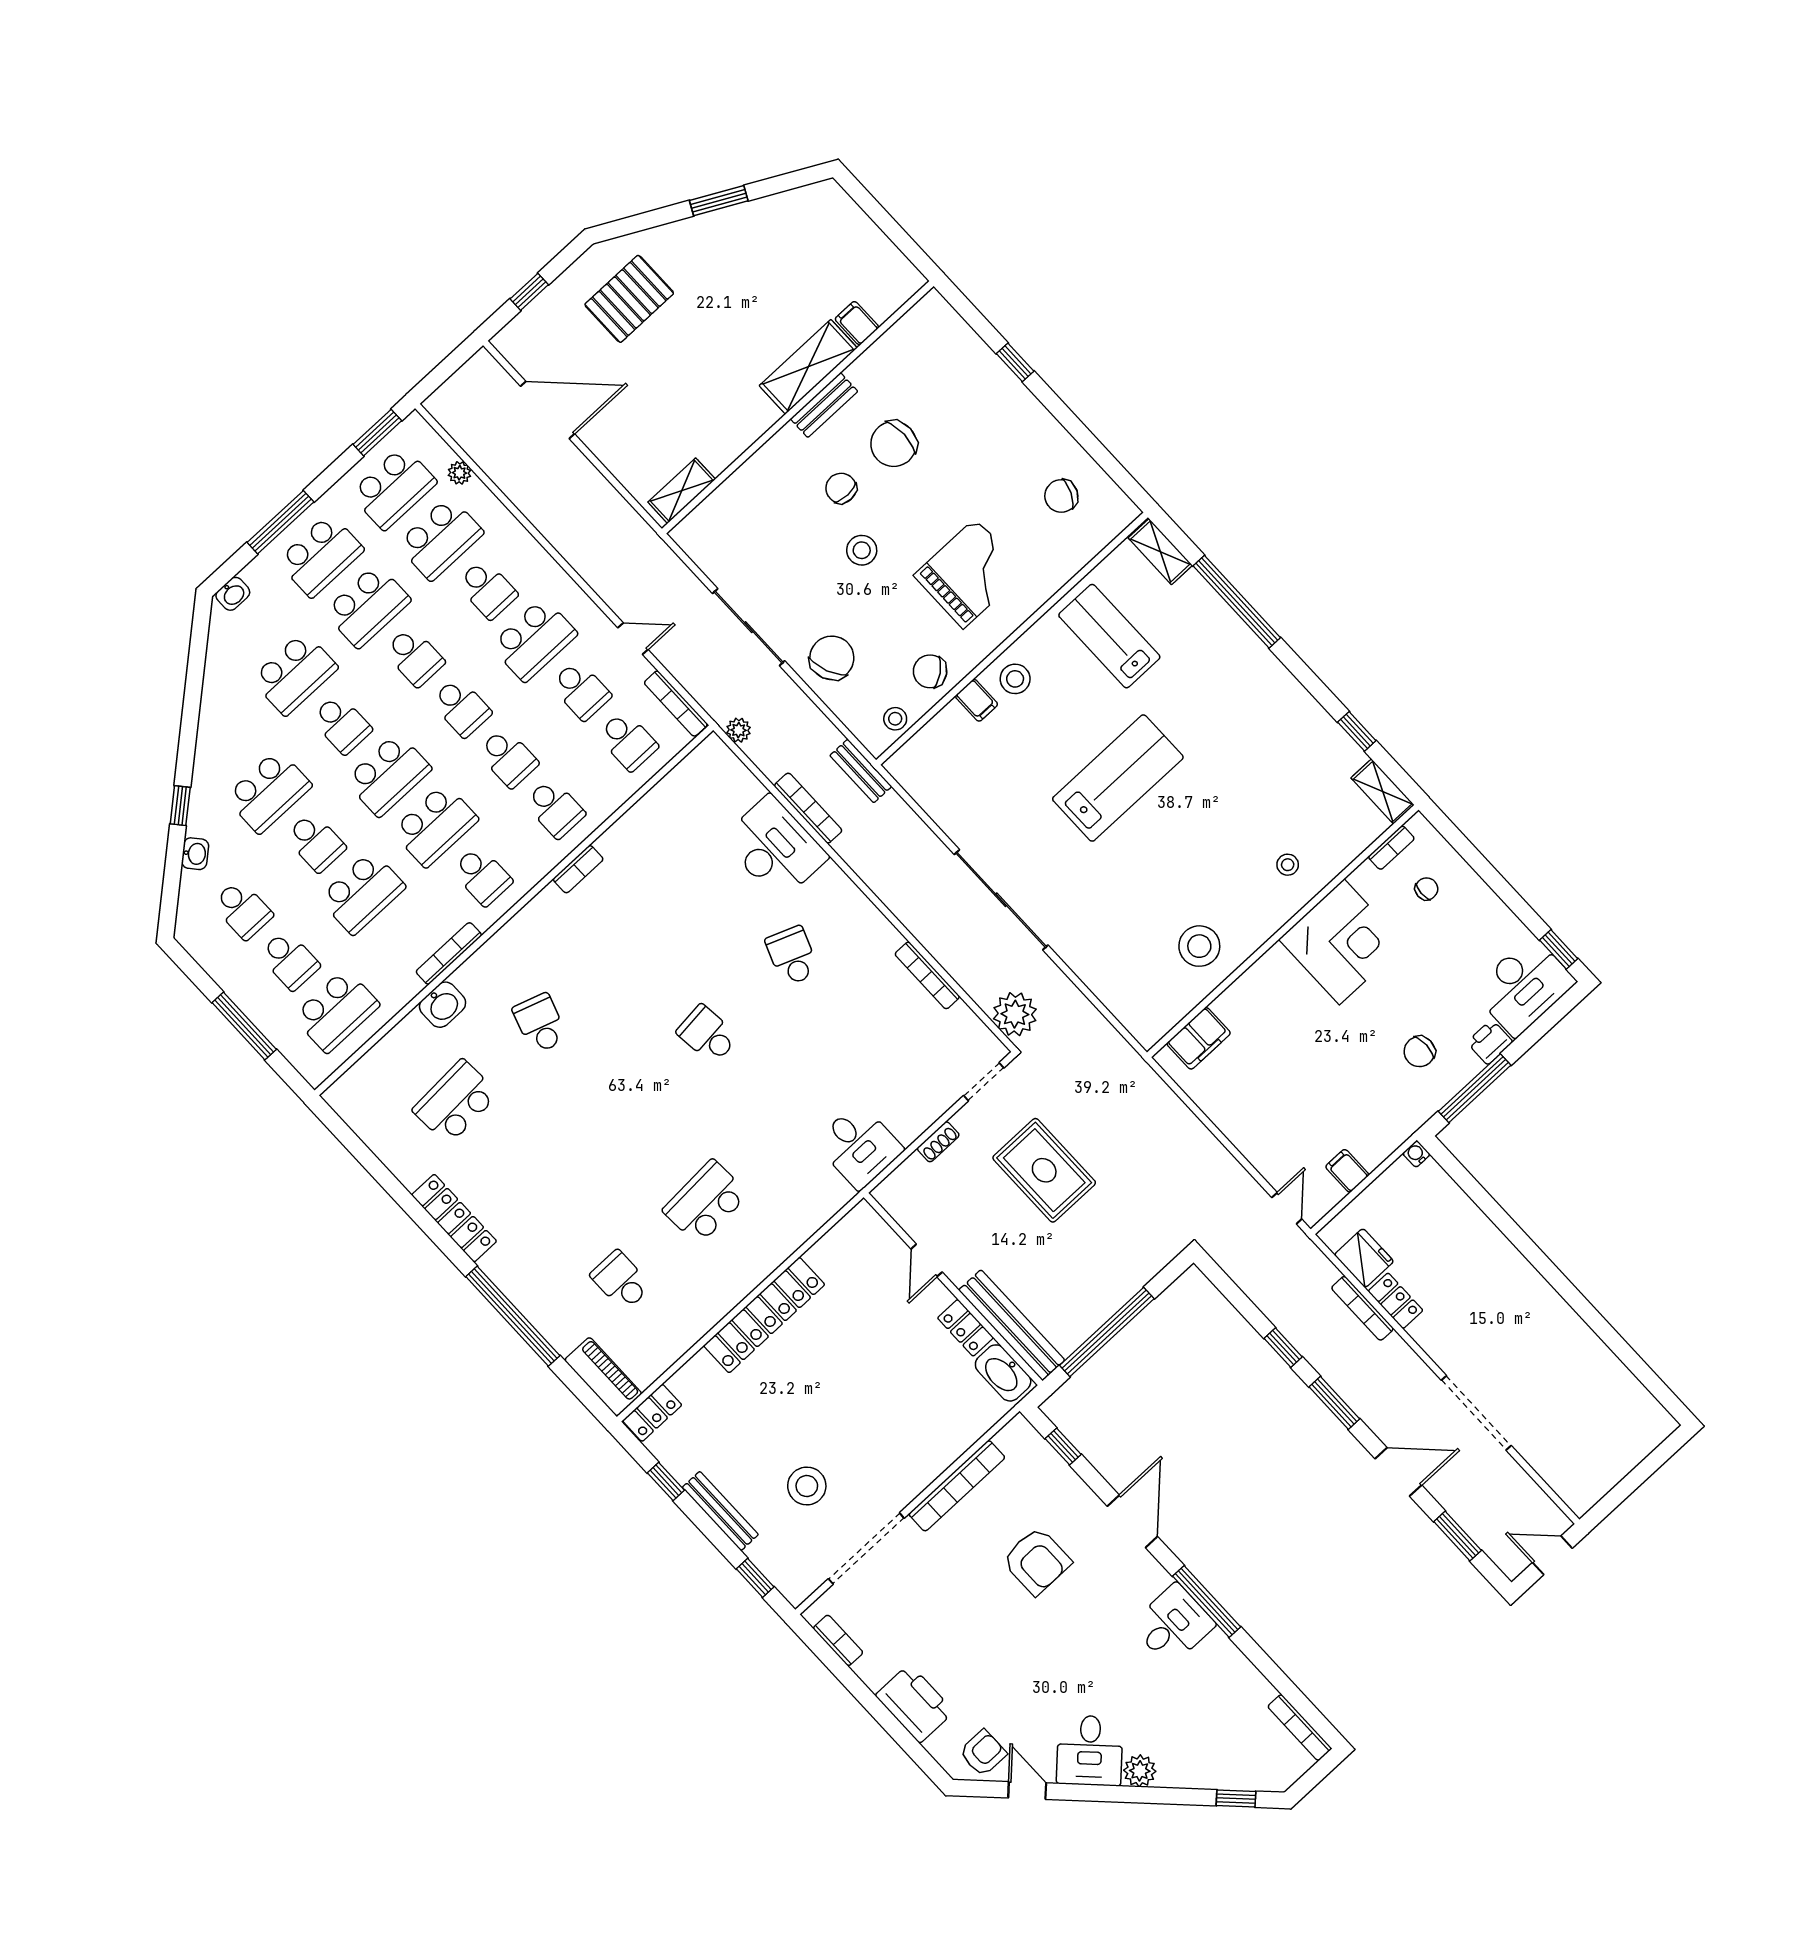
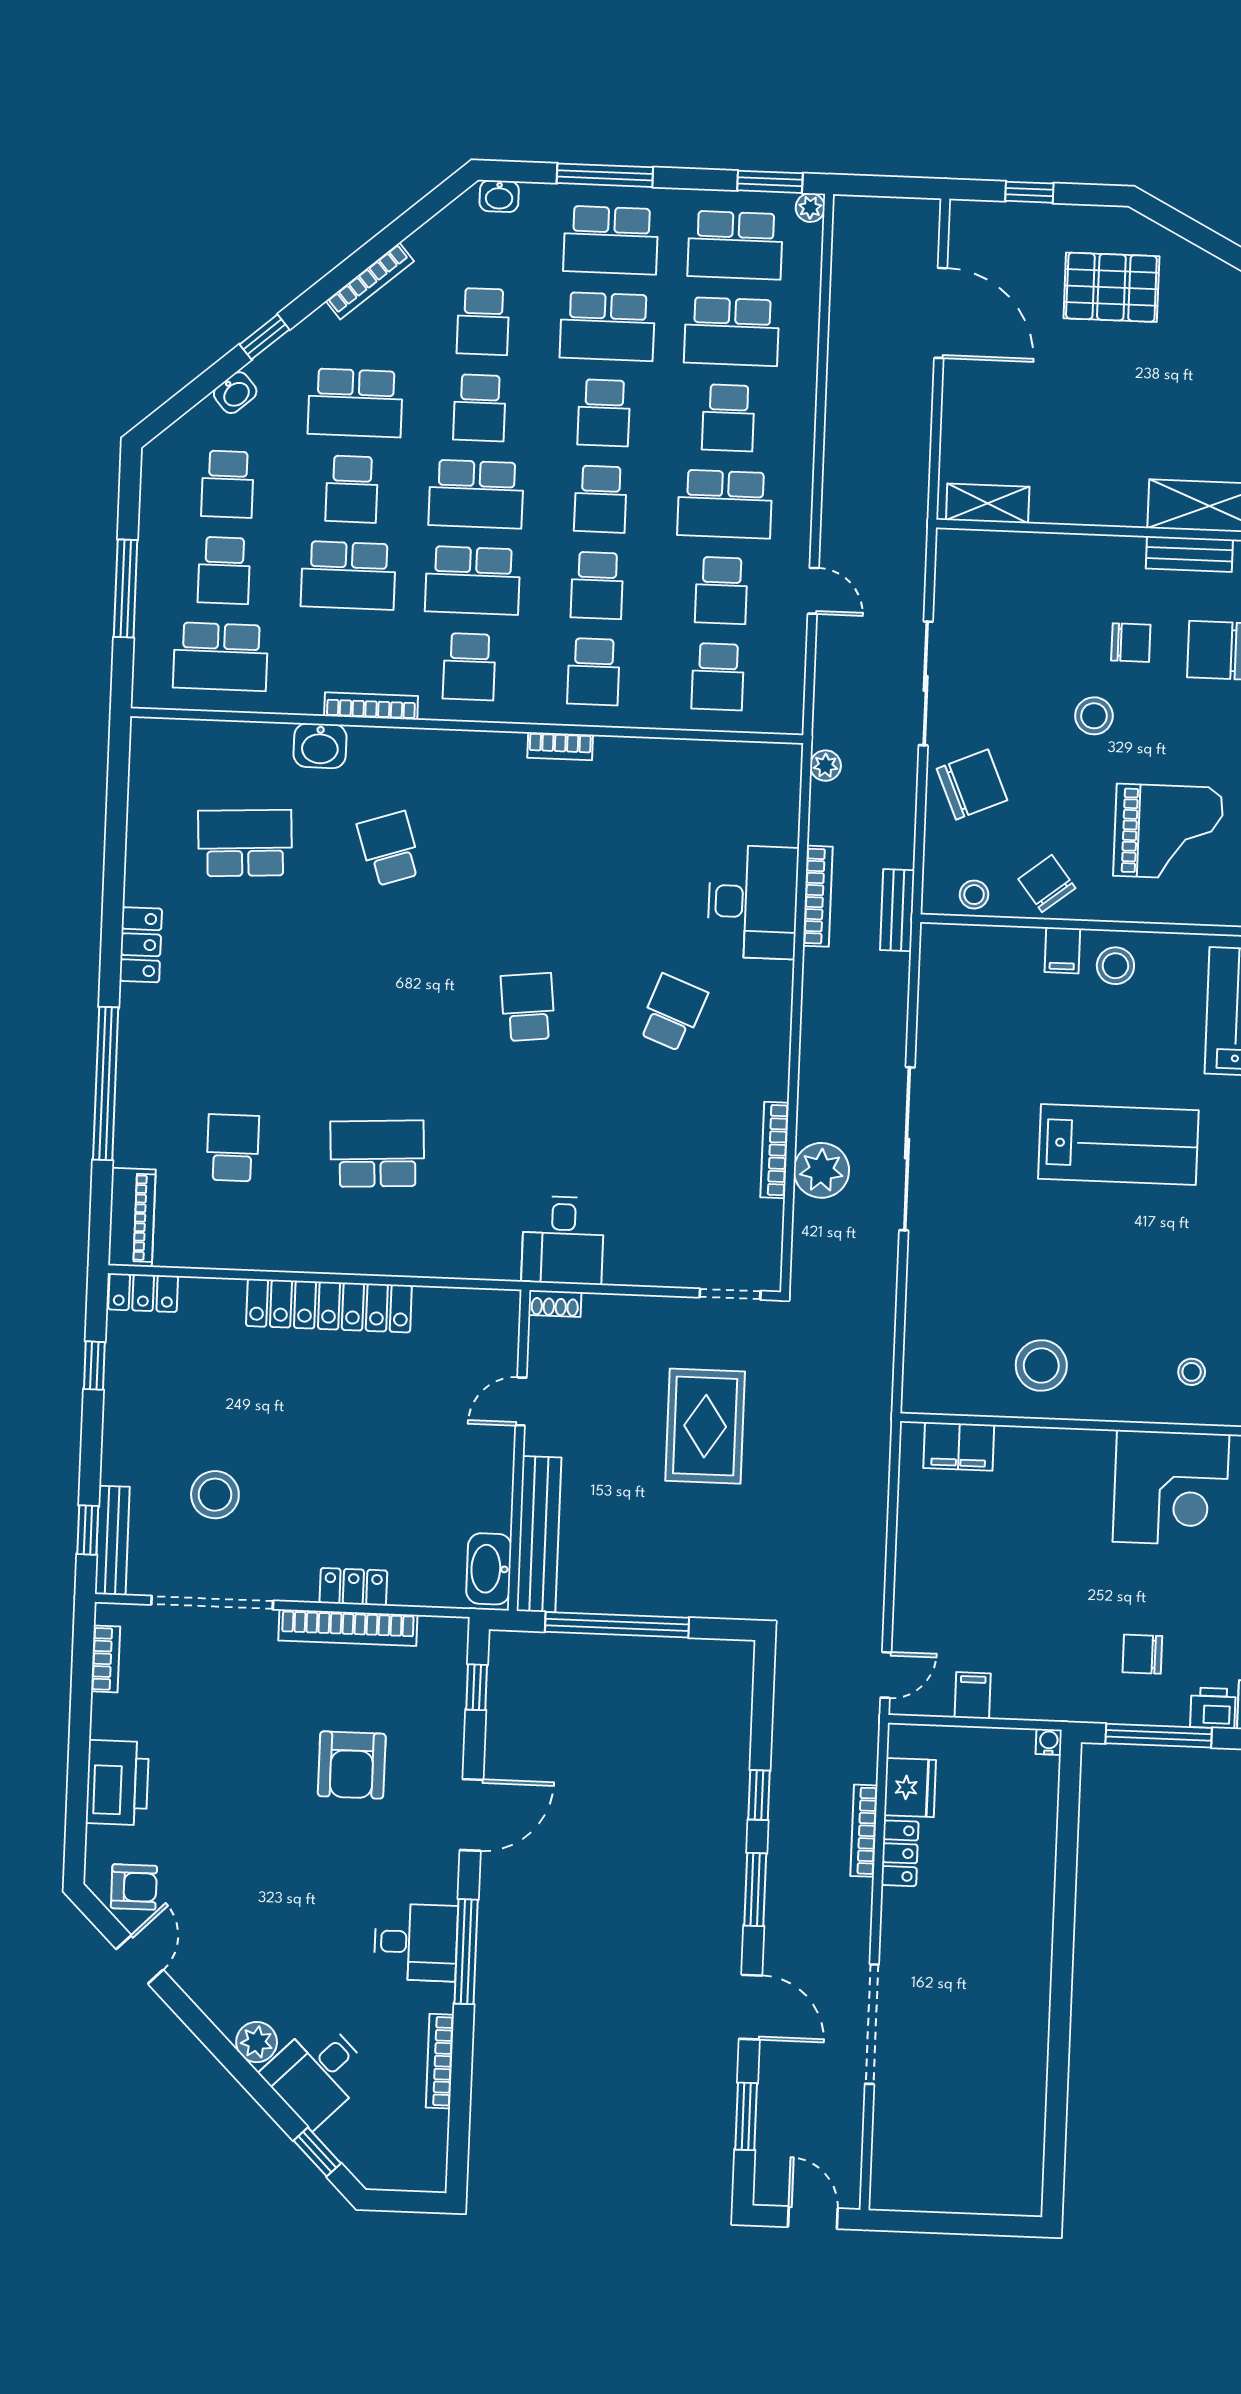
plant: (459, 473) -> (810, 208), moved
chair: (841, 488) -> (1131, 643), turned 90
school desk: (295, 673) -> (483, 322), width x0.54
bookcase: (676, 704) -> (370, 281), moved, turned -131
plant: (1015, 1014) -> (821, 1170), moved
school desk: (540, 1023) -> (390, 849), turned -36
shoe rack: (938, 1142) -> (555, 1304), moved
locker: (454, 1218) -> (141, 945), width x0.66
locker: (966, 1328) -> (353, 1587), moved, turned 90
bench: (720, 1511) -> (112, 1540), moved
bookcase: (1300, 1728) -> (440, 2061), moved
desk: (1090, 1750) -> (317, 2073), moved

